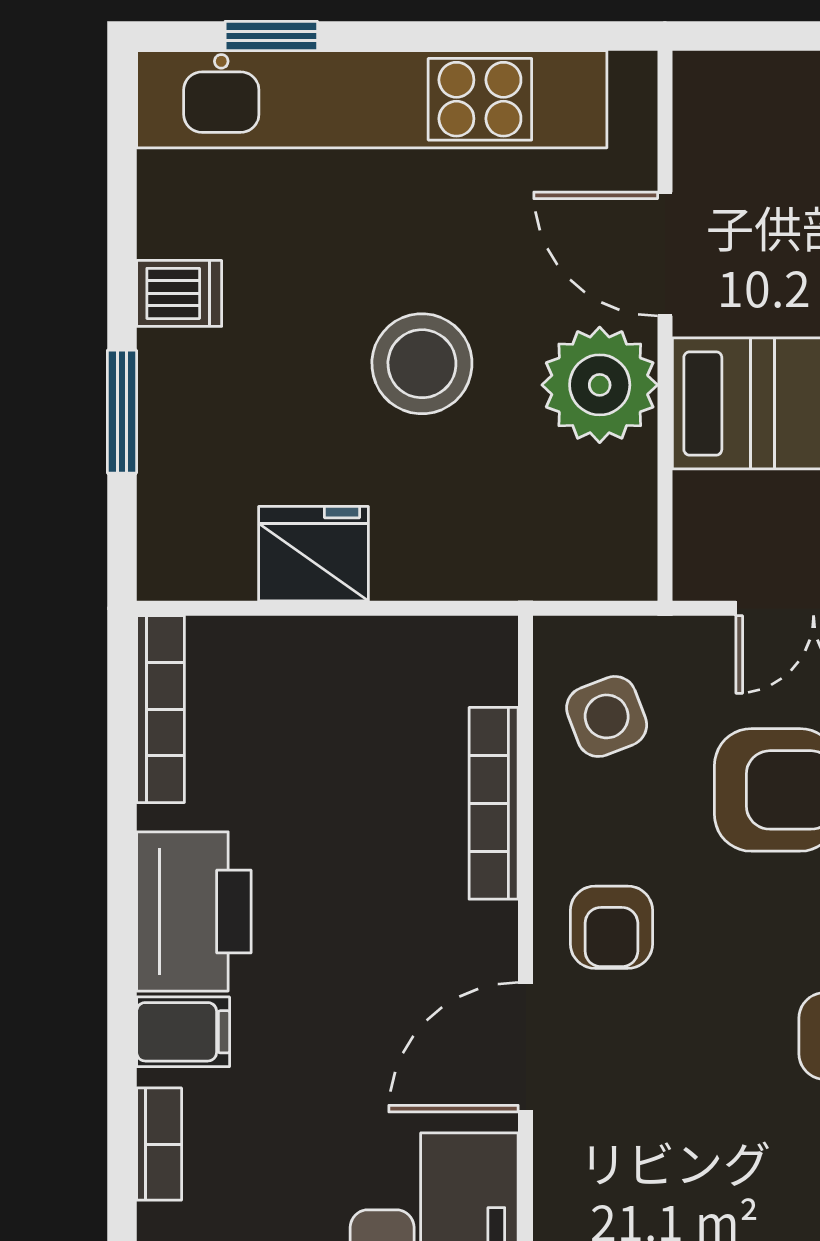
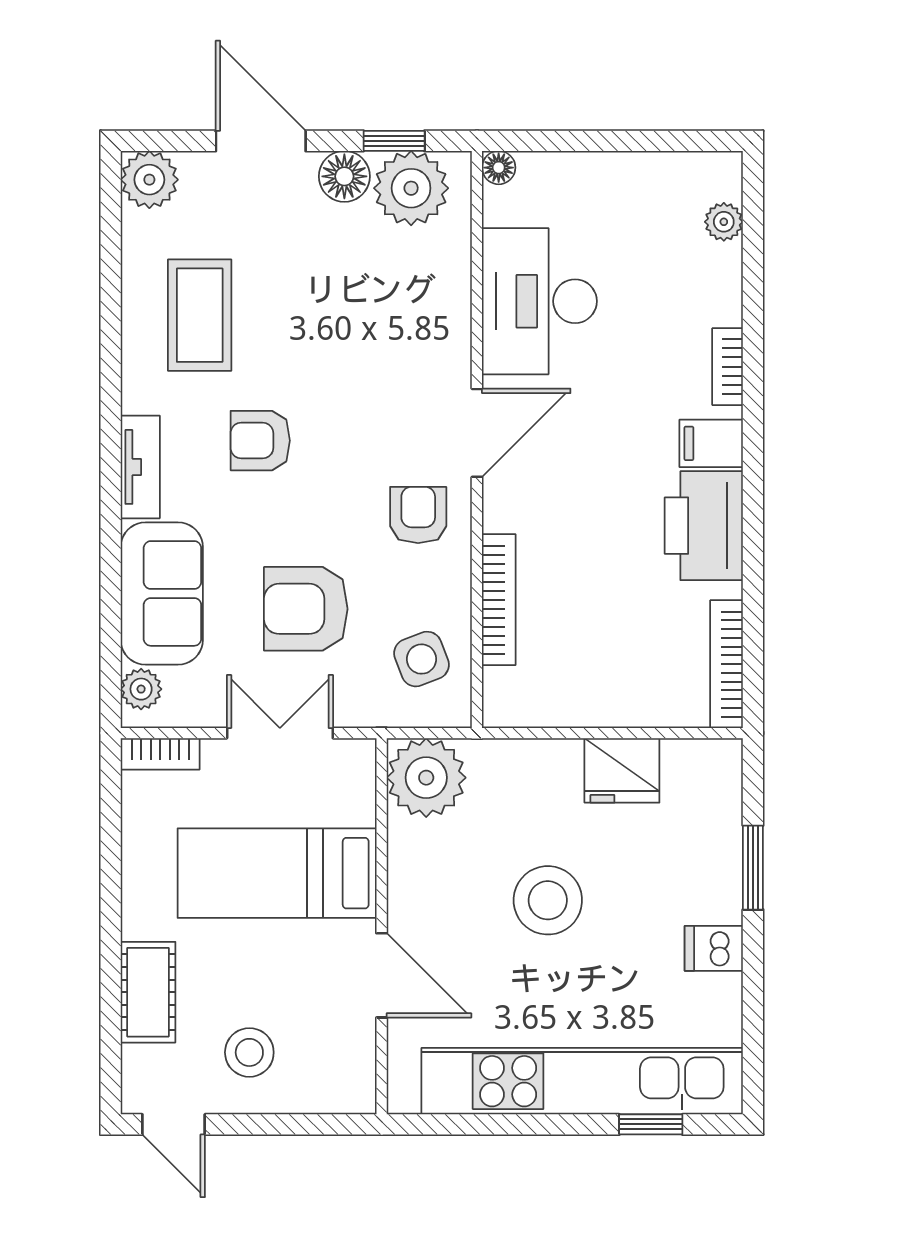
plant: (600, 385) -> (426, 778), moved

